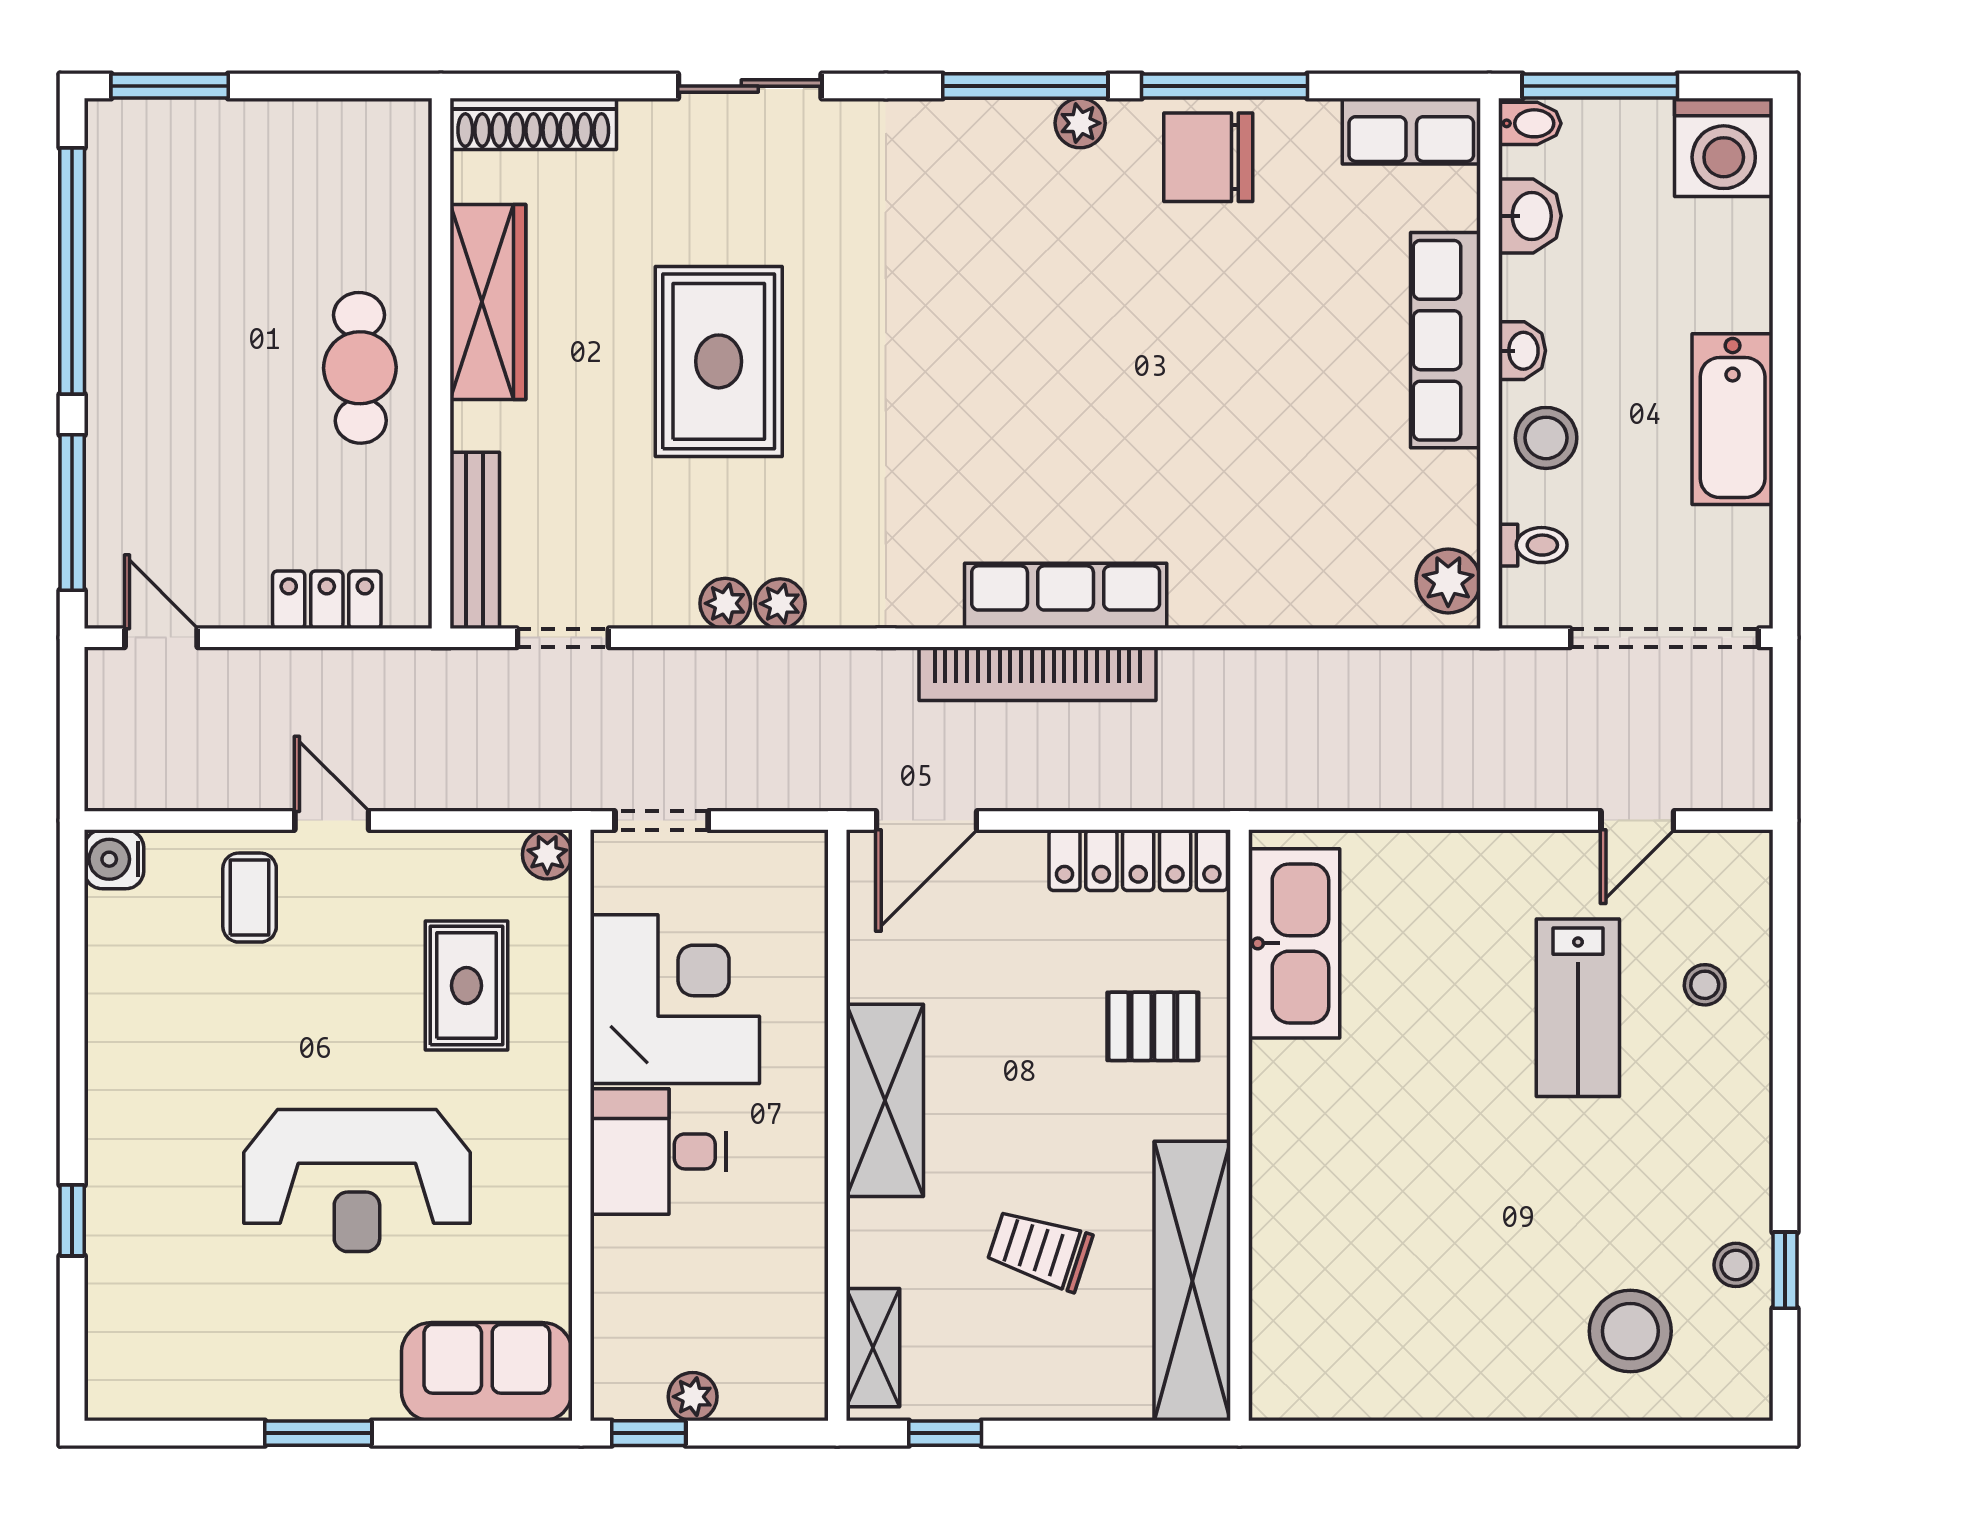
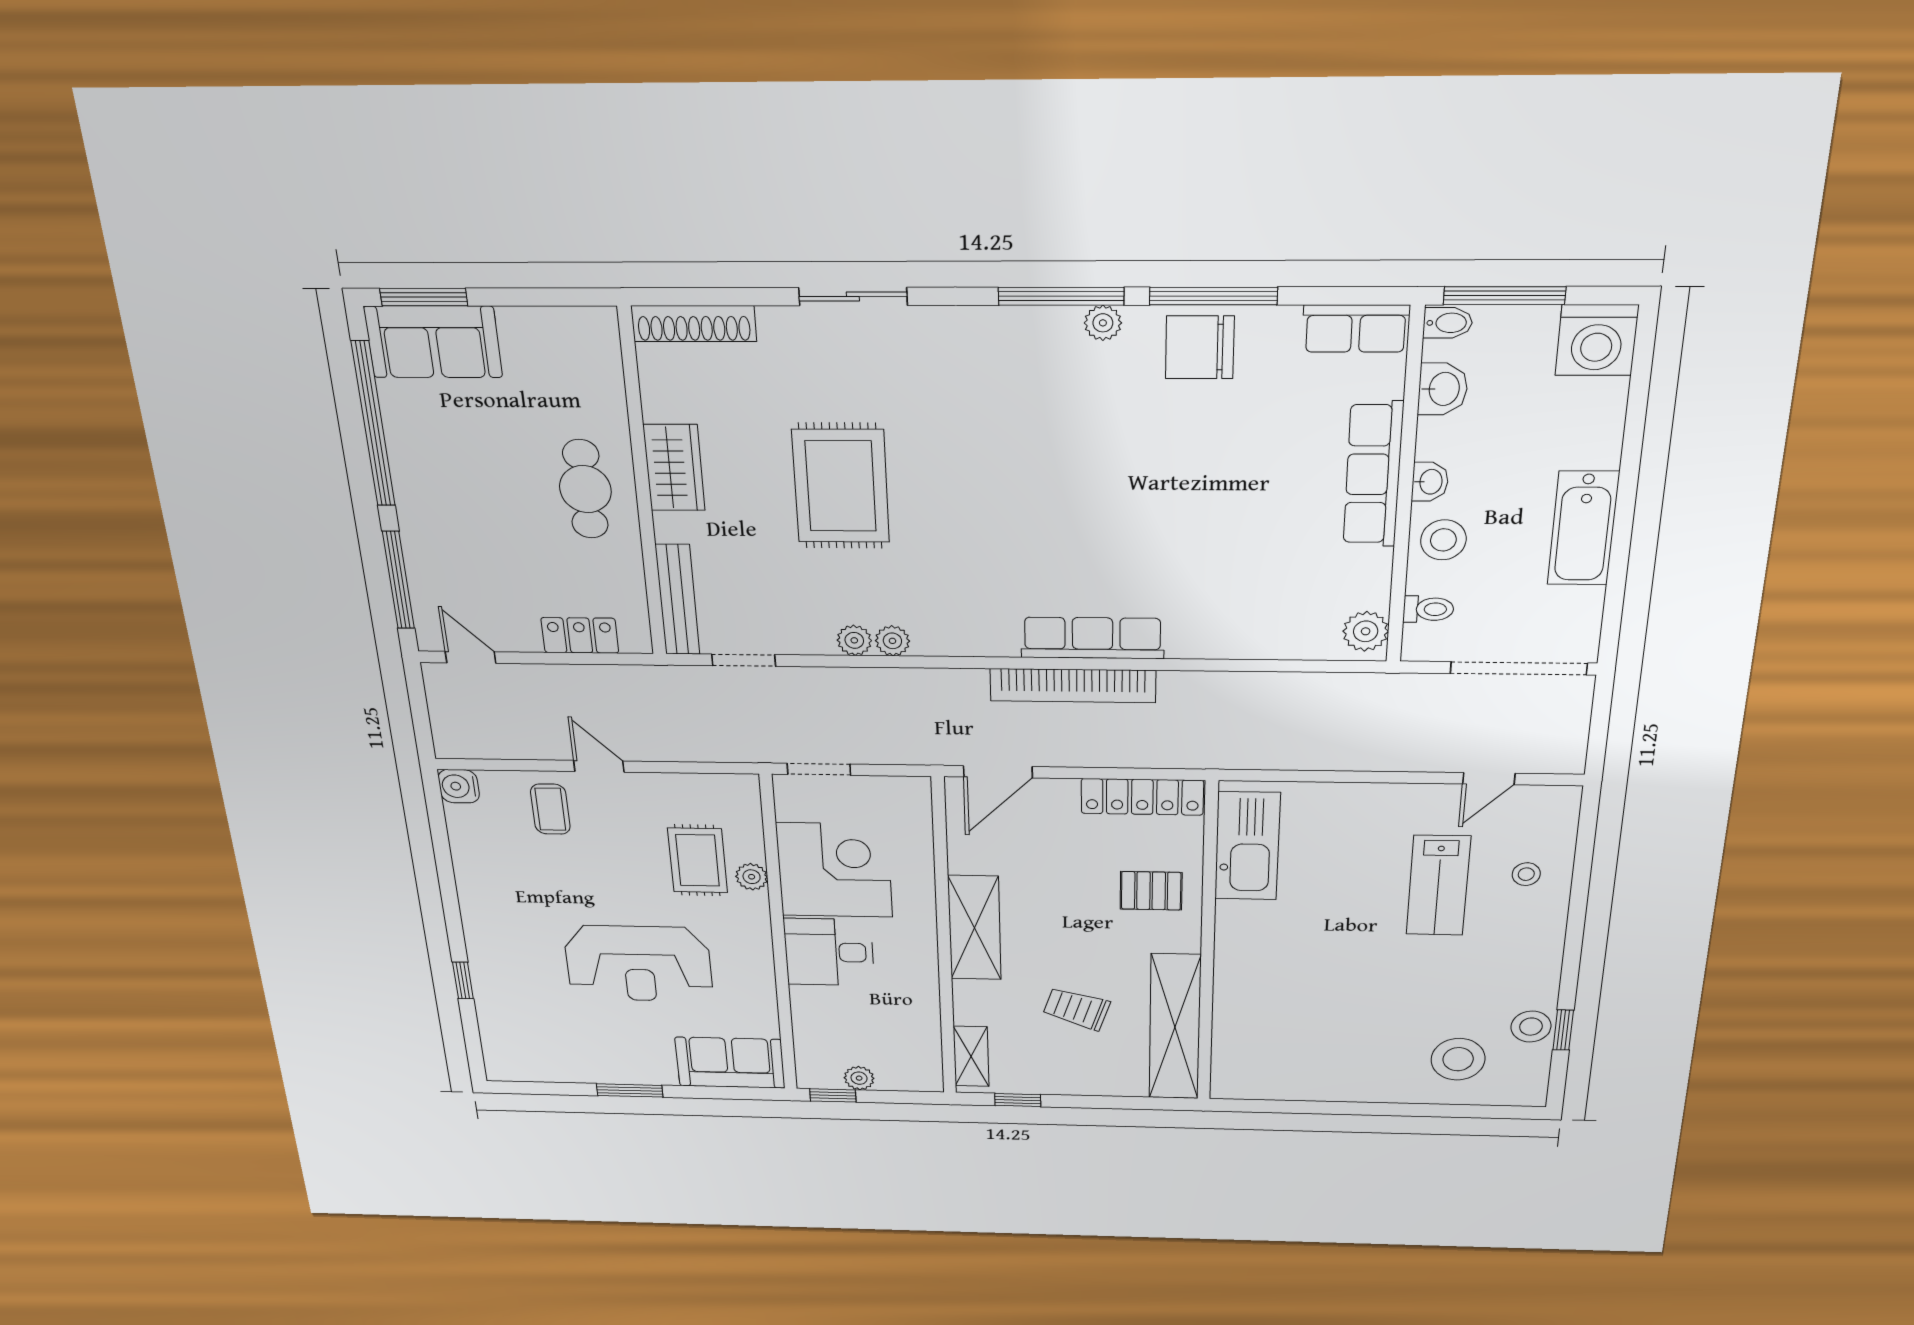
sofa: (174, 150) -> (433, 342), added
wardrobe: (488, 302) -> (674, 468), width x0.67
plant: (547, 854) -> (752, 877), moved
stool: (1736, 1265) -> (1531, 1027), width x1.37, depth x1.37

